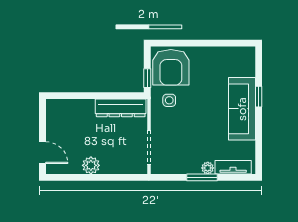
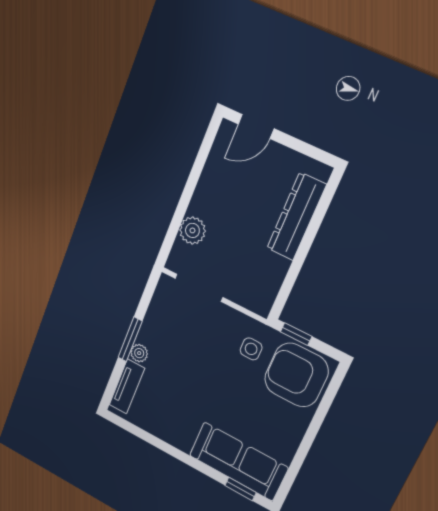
window: (259, 97) -> (241, 489), moved
dresser: (121, 108) -> (296, 217), moved
sofa: (242, 109) -> (238, 461), moved
plant: (91, 165) -> (192, 230), moved

